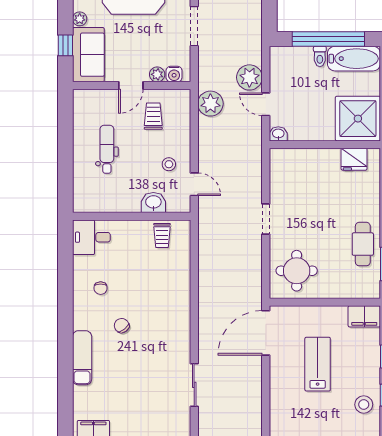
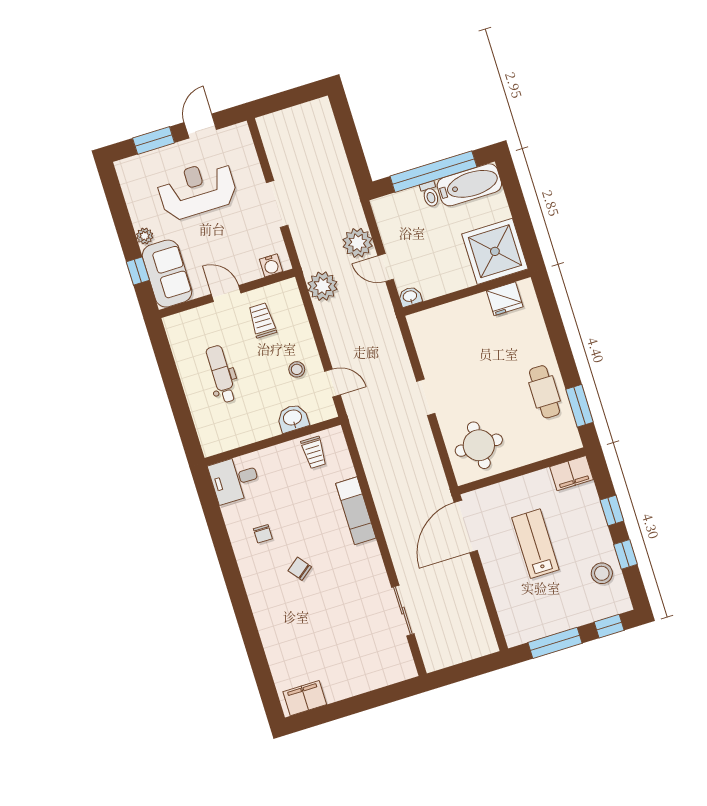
plant: (157, 74) -> (252, 272), removed
door: (131, 86) -> (226, 294), swing flipped
exam couch: (82, 358) -> (356, 511), moved, turned 180

